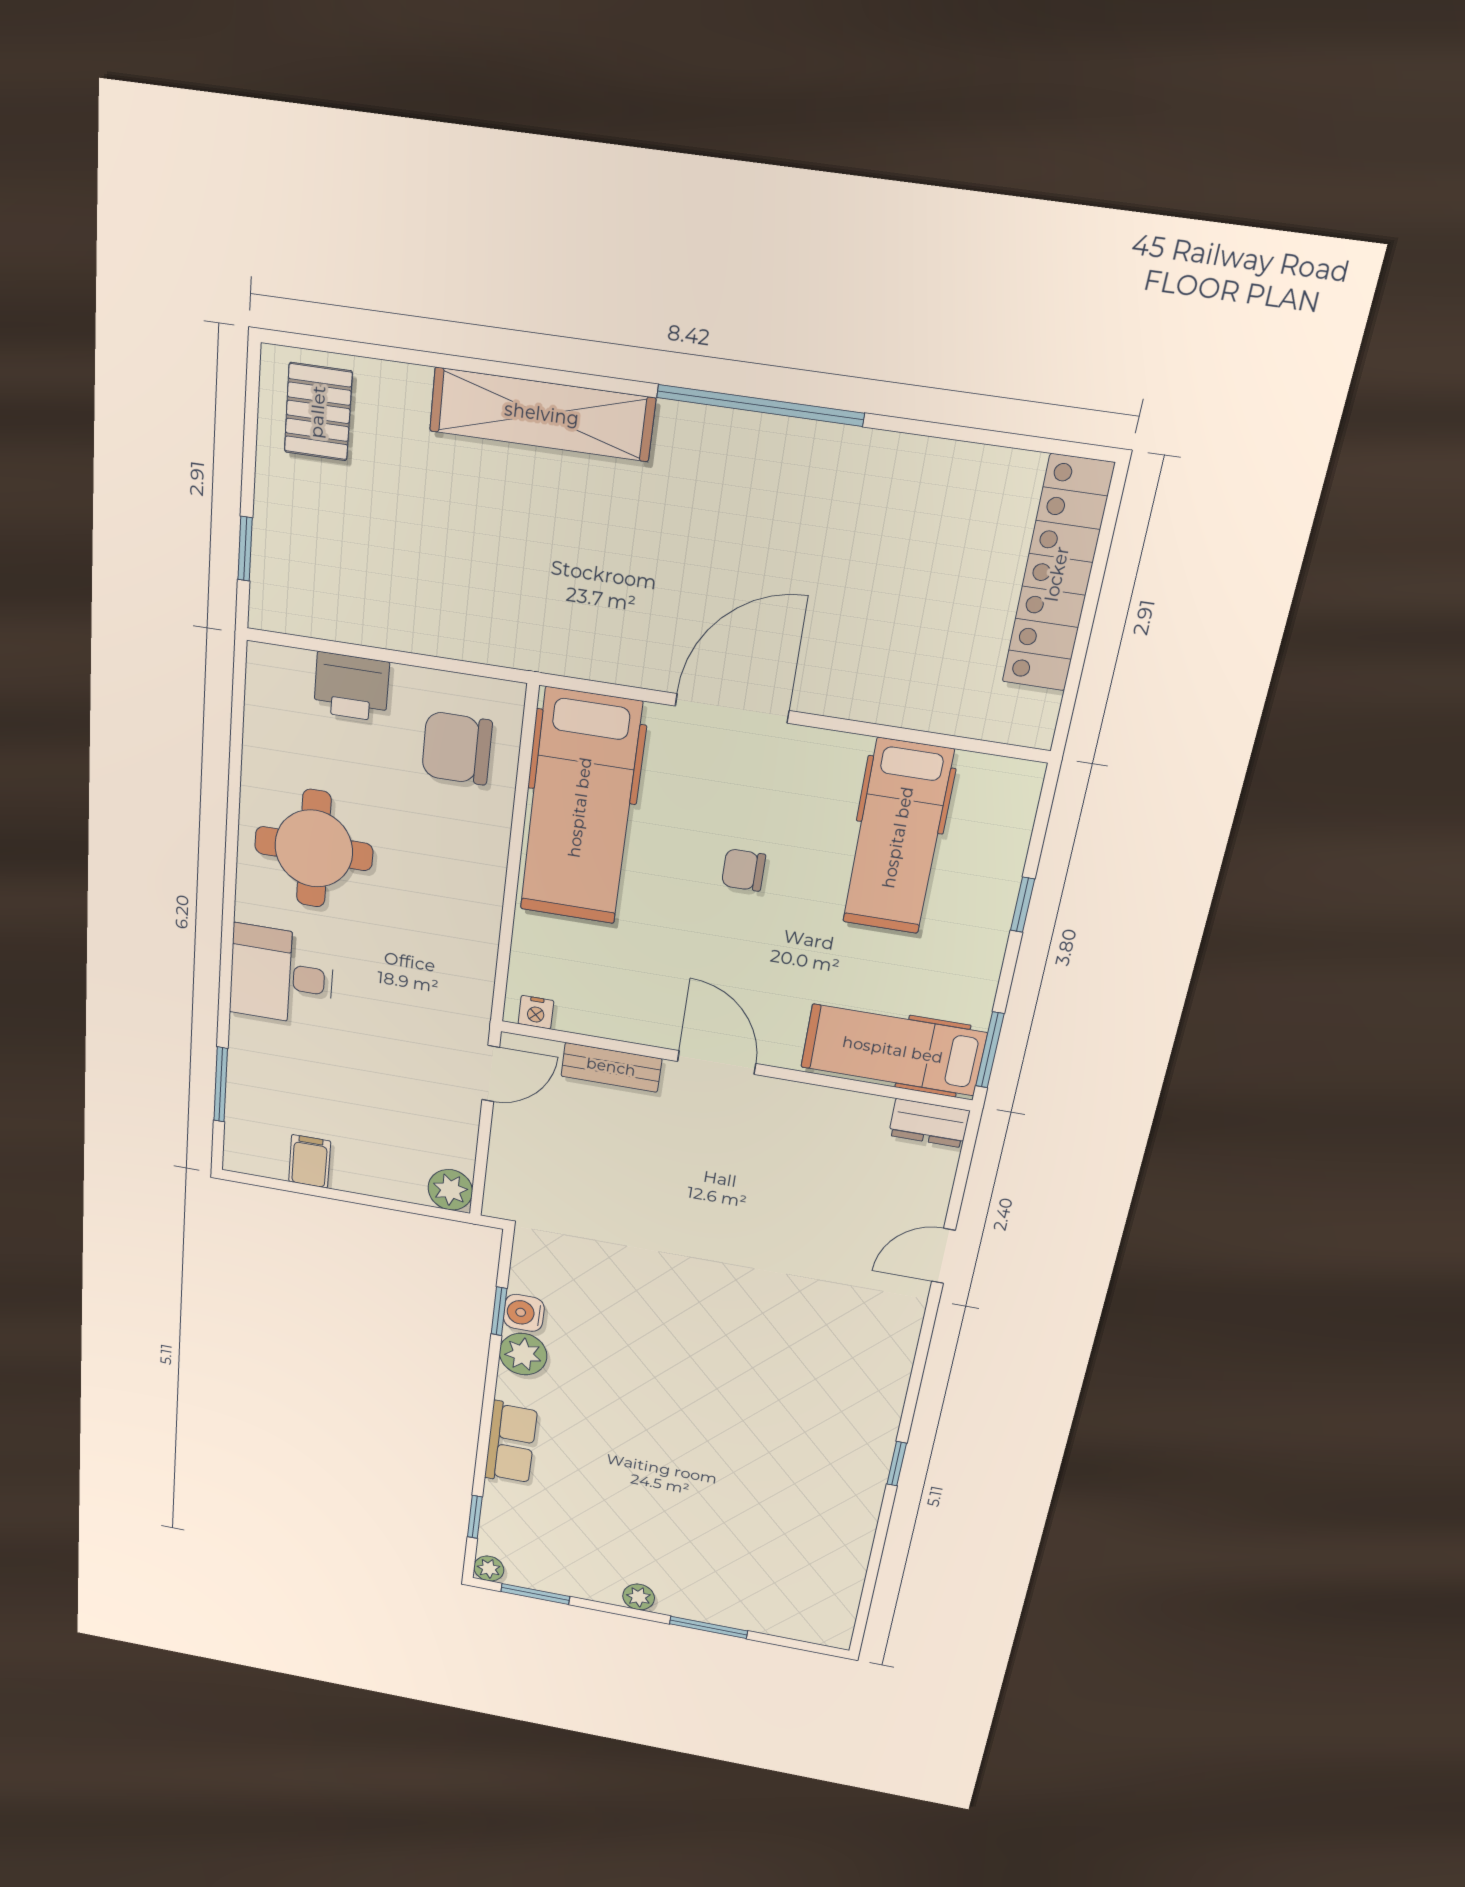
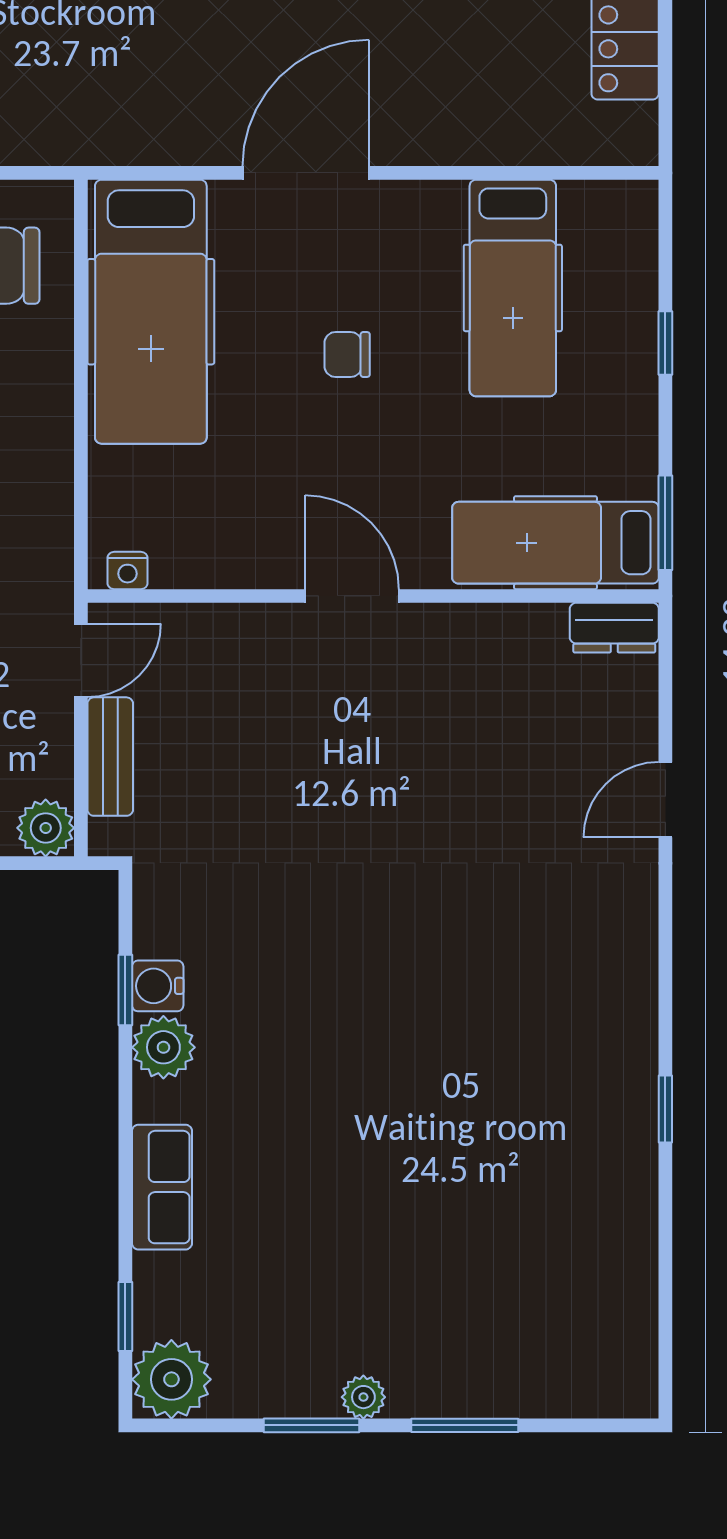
bench: (611, 1067) -> (110, 757), moved, turned 90
plant: (489, 1569) -> (171, 1379), width x1.88, depth x1.88
window: (535, 1594) -> (312, 1425), moved

